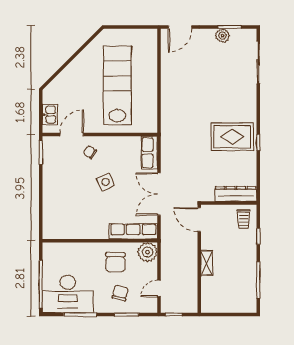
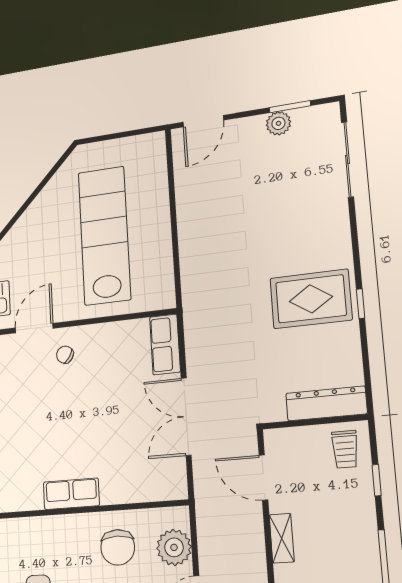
side table: (106, 182) -> (93, 404), removed
door: (199, 220) -> (263, 478), moved
row of seats: (133, 231) -> (71, 494), moved, width x0.68
plant: (147, 252) -> (174, 547), moved

